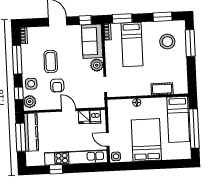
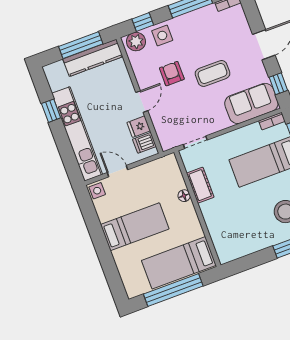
coffee table: (51, 62) -> (212, 73), moved
plant: (97, 65) -> (219, 121), removed
armchair: (57, 85) -> (172, 74), turned 90
cot: (162, 89) -> (200, 185), moved
door: (108, 140) -> (117, 171), hinge flipped
bed: (146, 140) -> (135, 227), width x0.67

